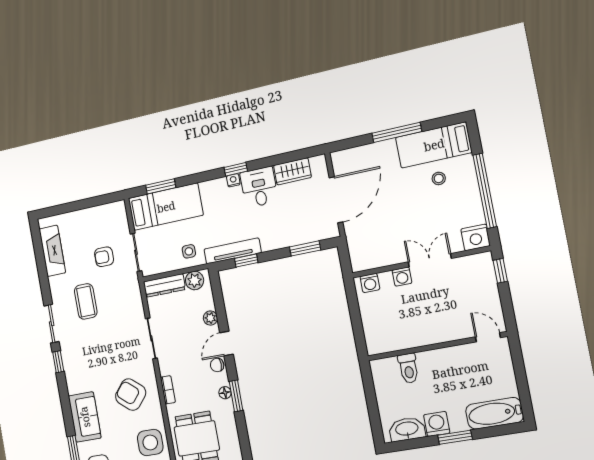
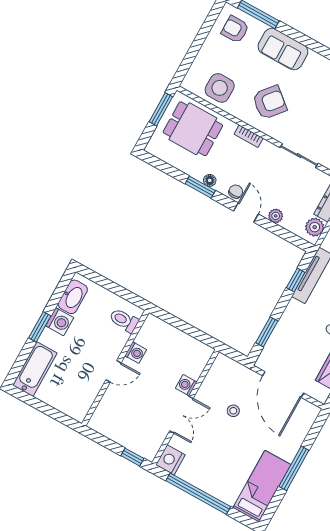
stool: (439, 178) -> (233, 411), moved
washing machine: (370, 283) -> (136, 353), moved, turned 180
door: (488, 337) -> (114, 371), moved
toilet: (408, 368) -> (124, 320), moved

